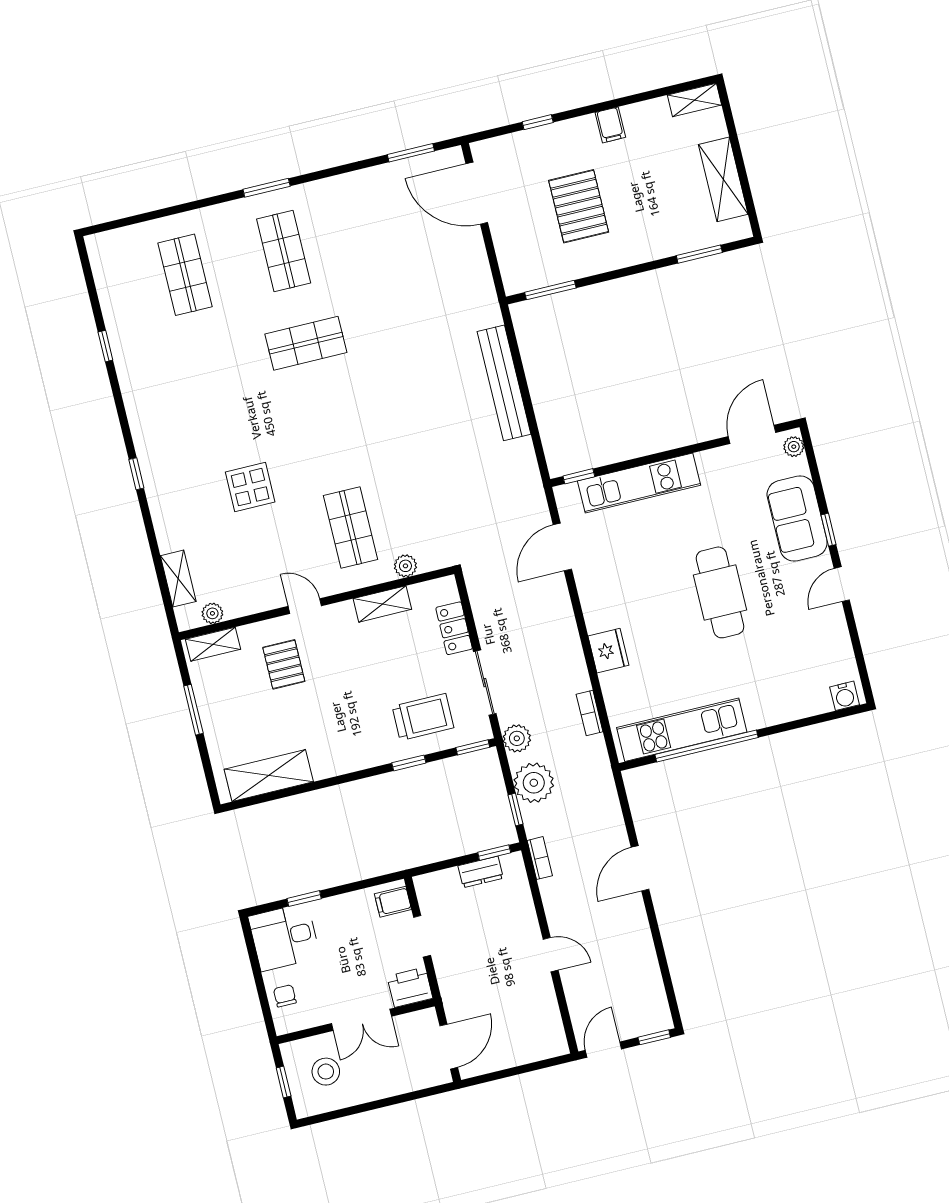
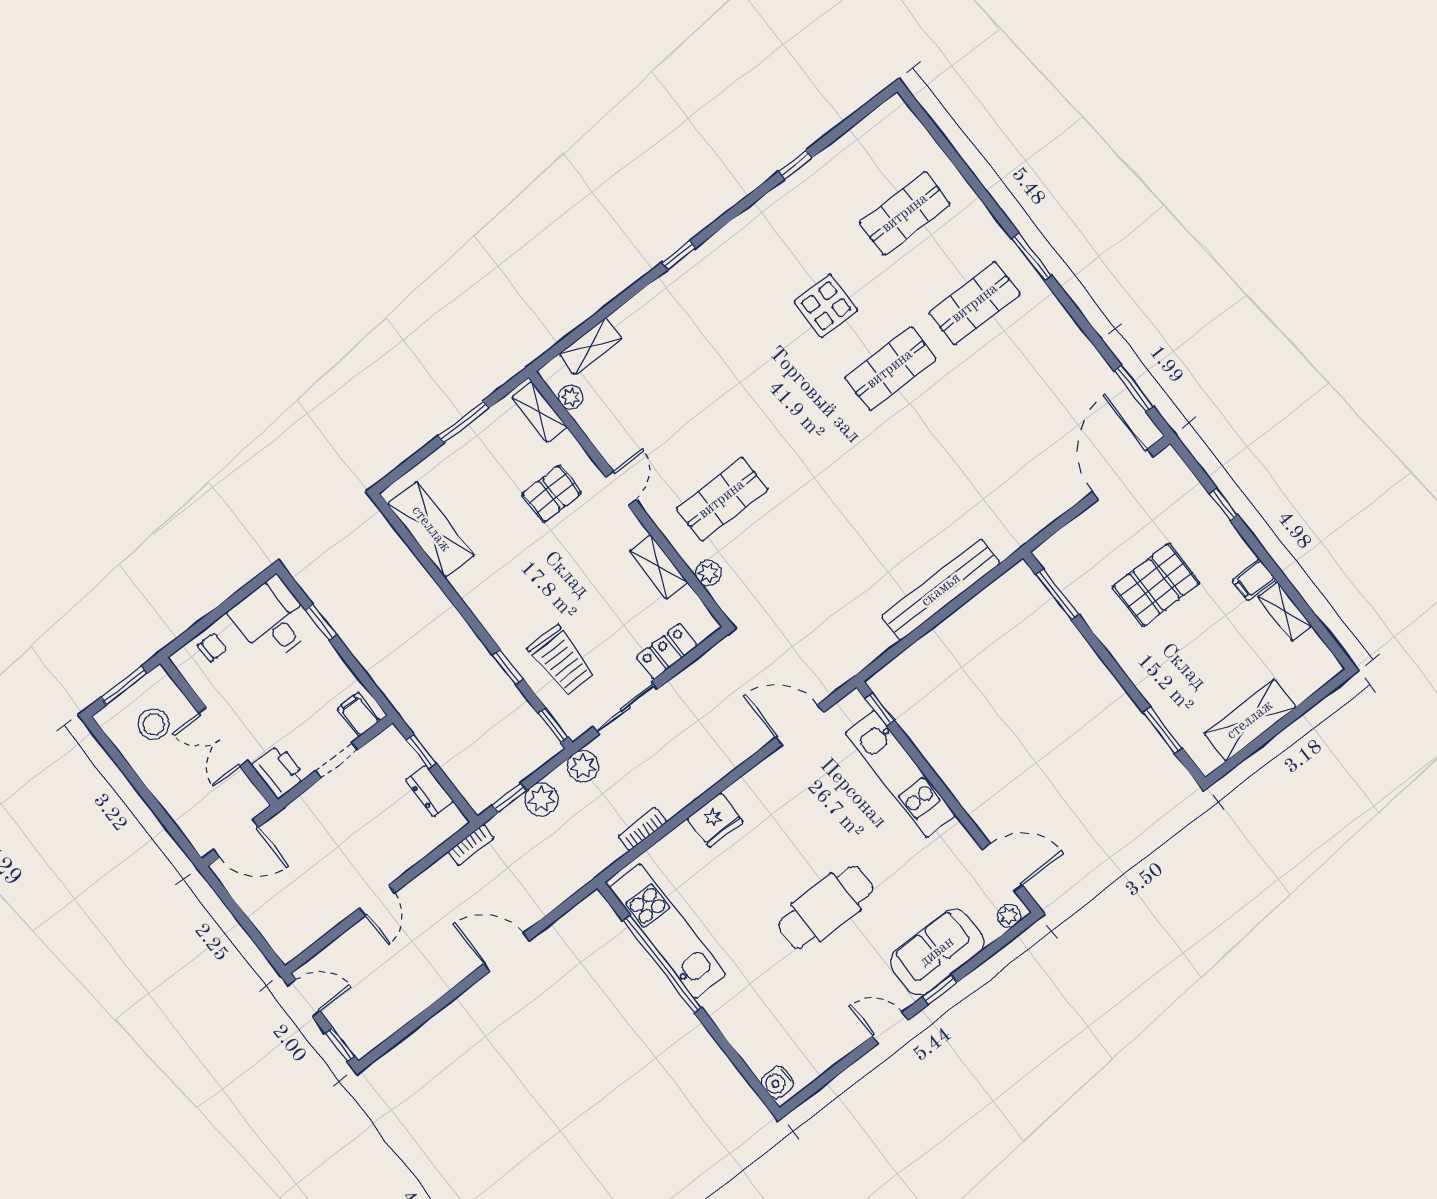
shelving: (695, 100) -> (1285, 611), moved
shop shelf: (306, 343) -> (890, 369), turned 90
display table: (250, 487) -> (826, 306), moved
plant: (534, 783) -> (542, 799), width x0.73, depth x0.73
window: (494, 853) -> (421, 751), moved
window: (284, 1082) -> (124, 686), width x1.50

